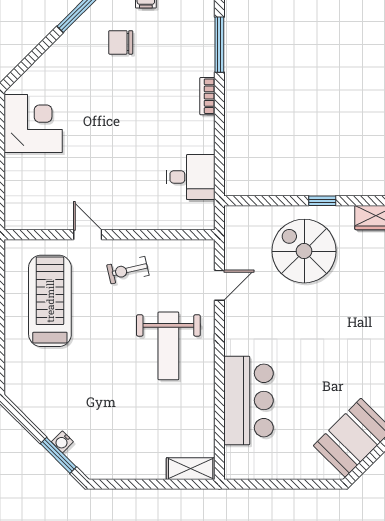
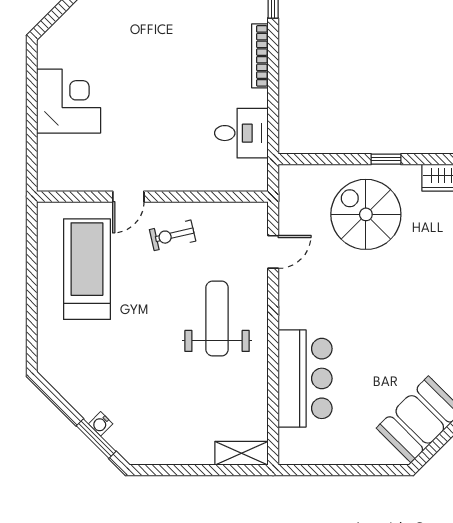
bookcase: (207, 96) -> (260, 56), width x1.56
corner desk: (33, 123) -> (69, 101), moved
door: (88, 235) -> (128, 197), swing flipped
weight bench: (168, 346) -> (217, 318), turned 180

